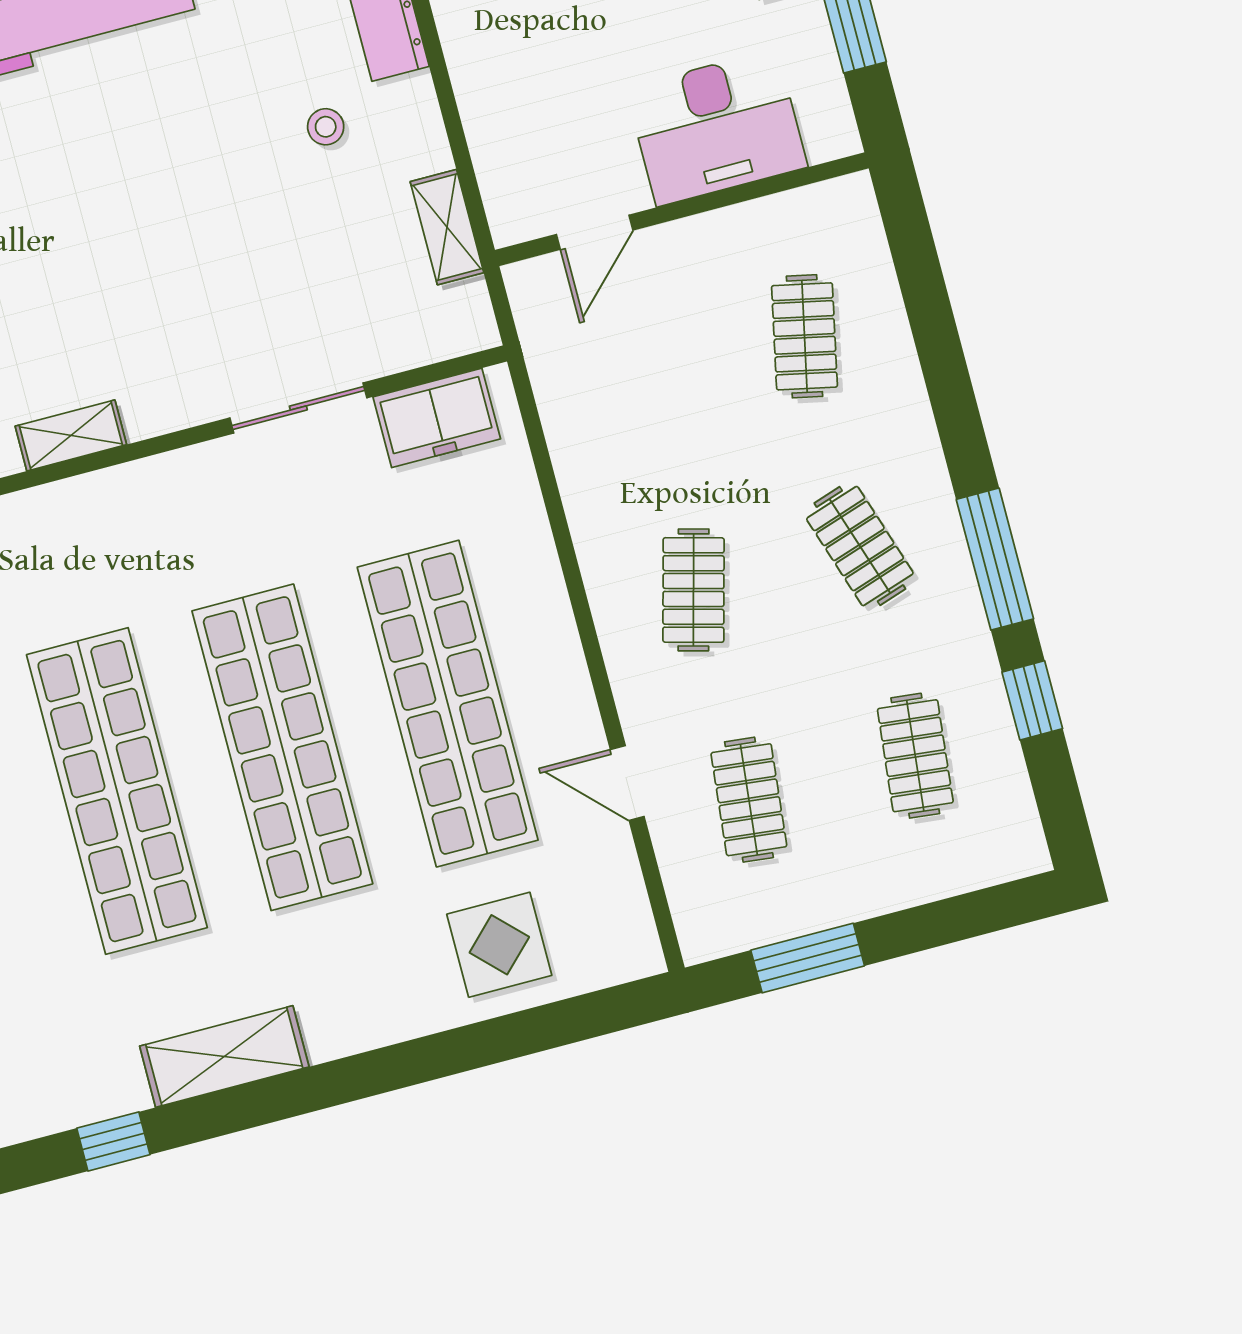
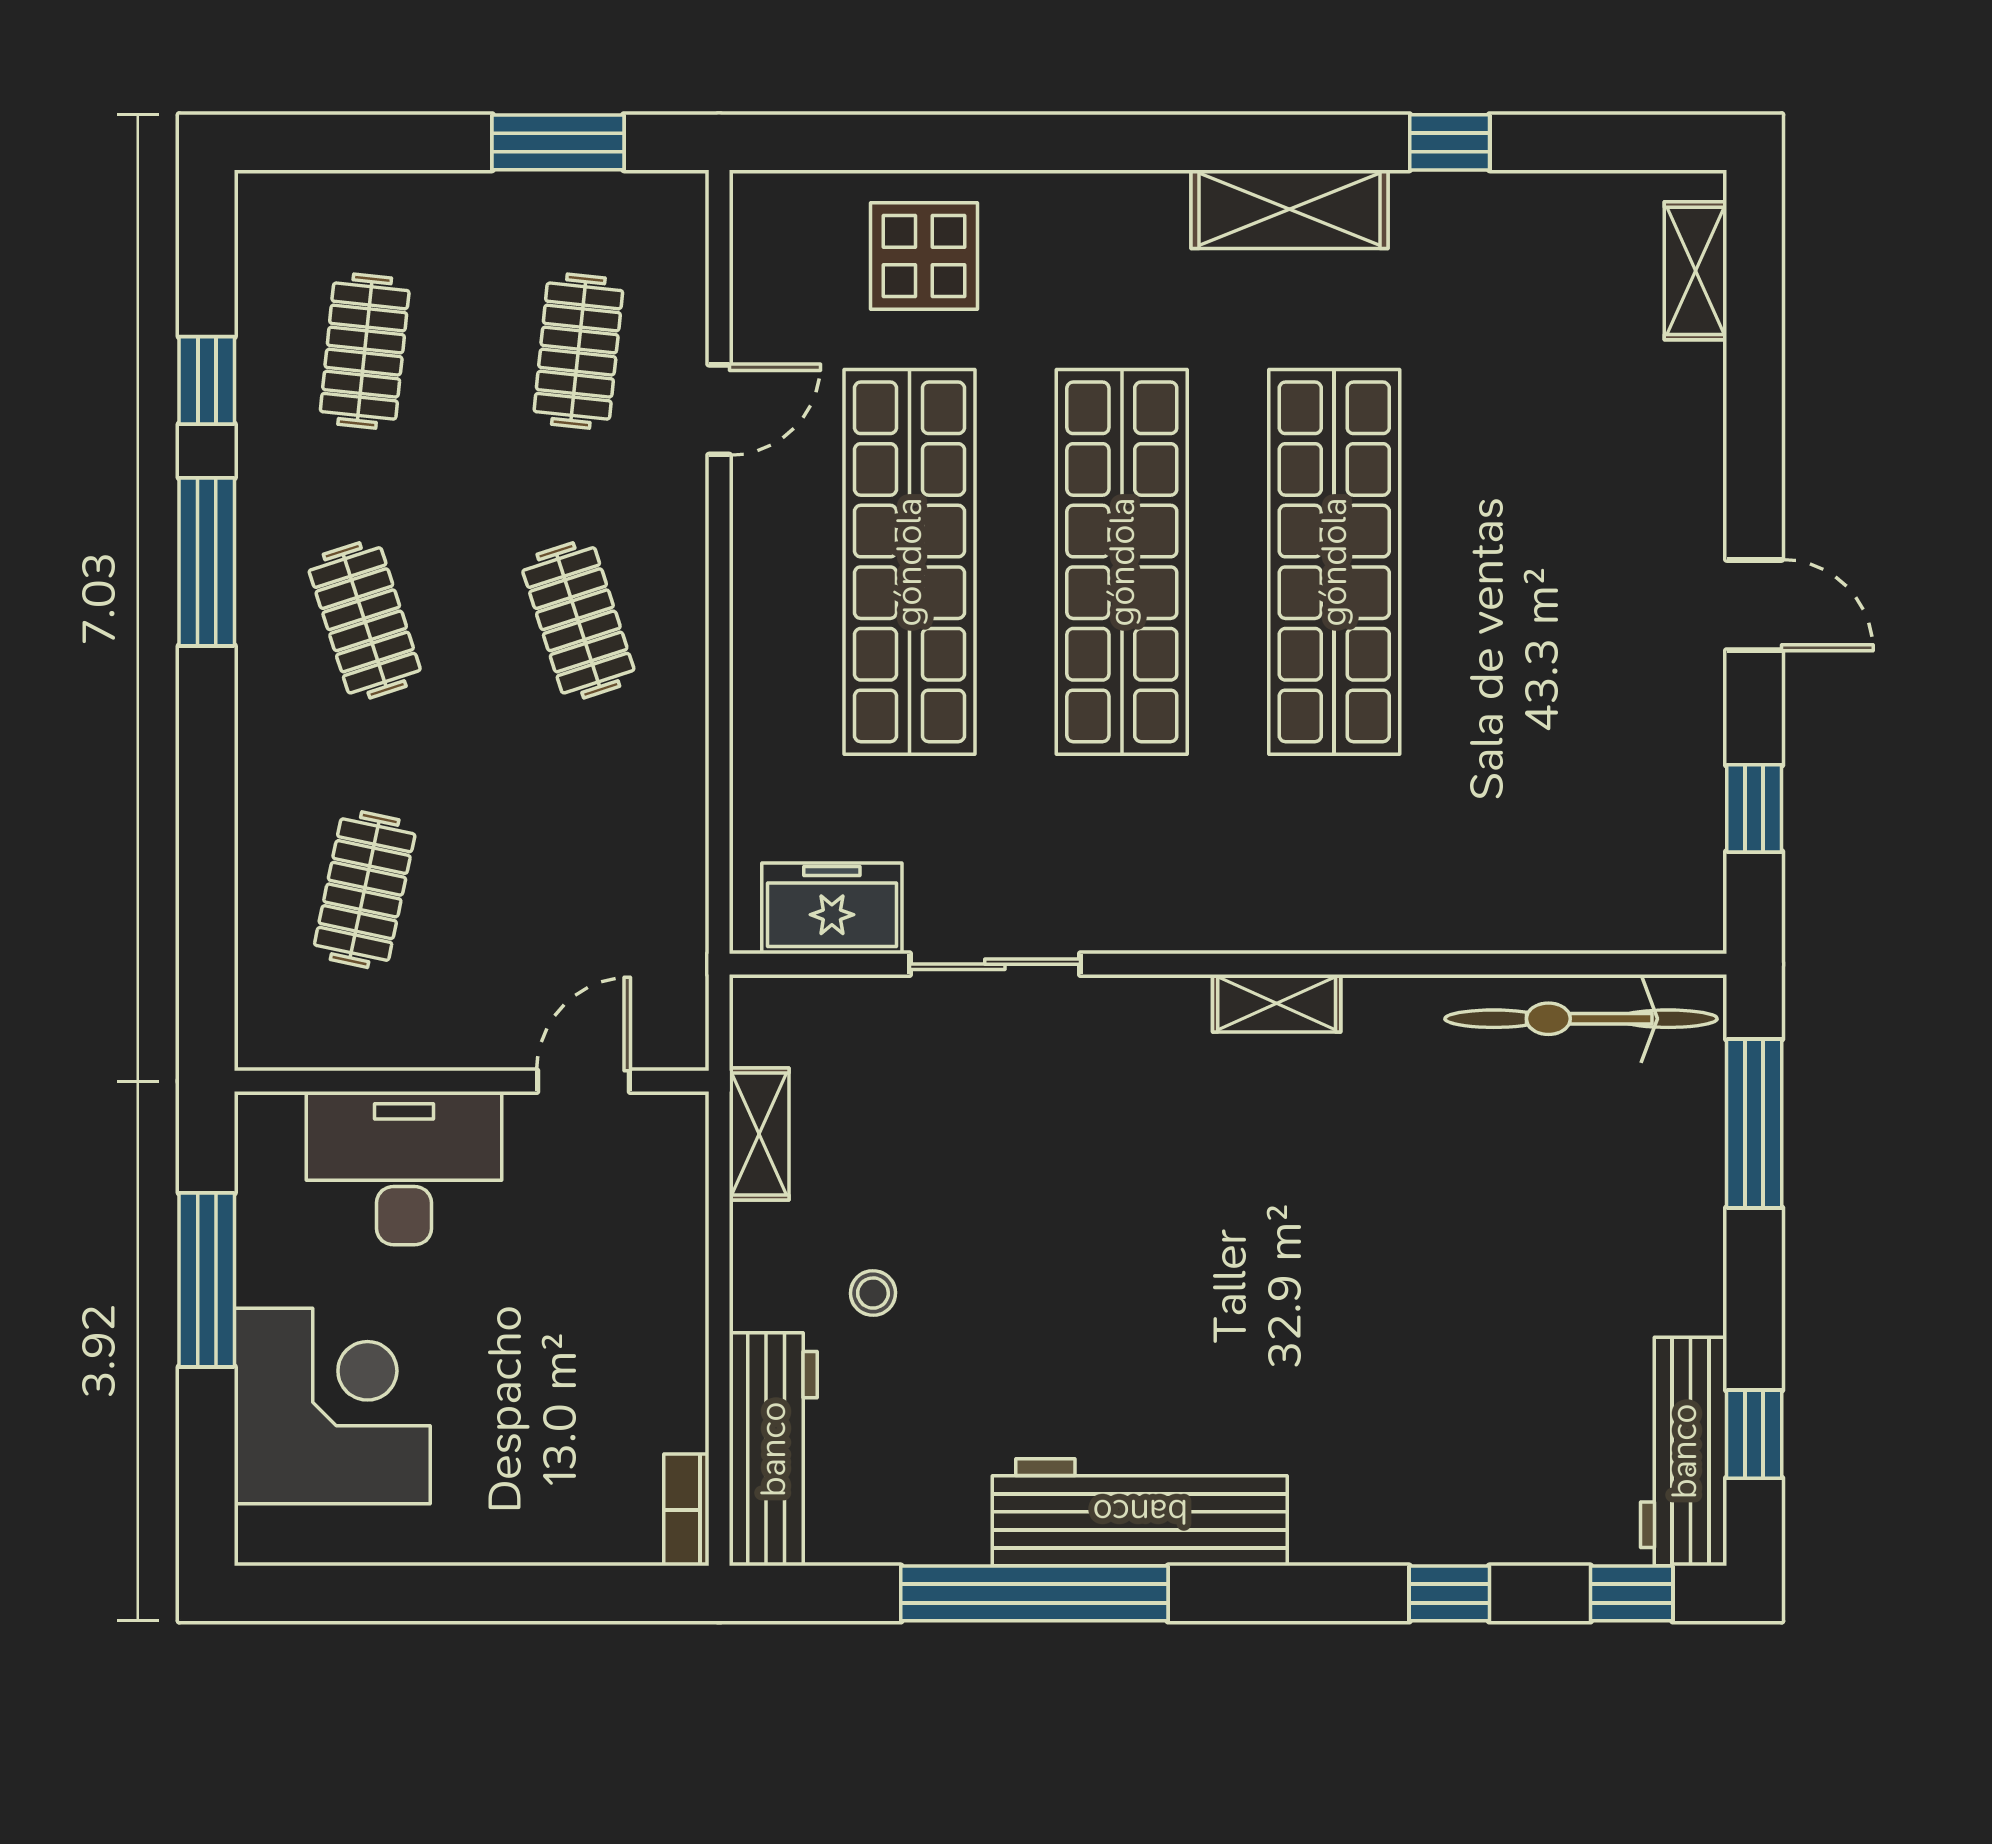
clothes rail: (693, 590) -> (578, 620), turned -33
door: (627, 783) -> (719, 410), hinge flipped

